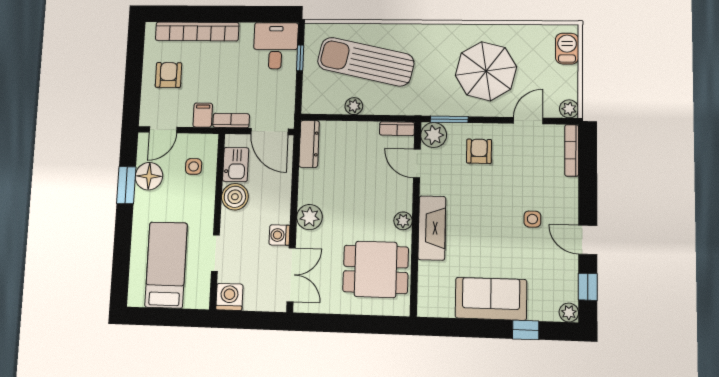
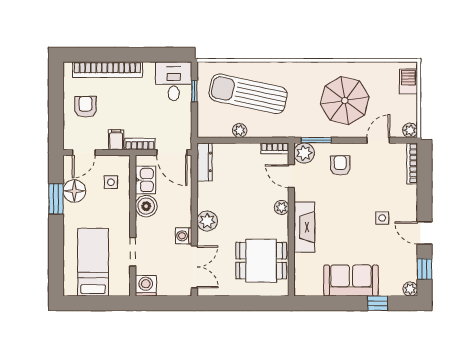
plant: (403, 221) -> (282, 207), moved

